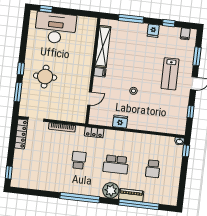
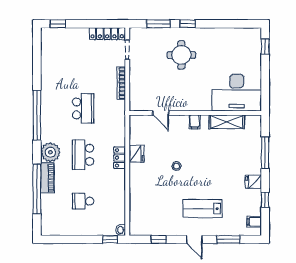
desk: (55, 28) -> (237, 93), moved, turned 90
shelving: (103, 47) -> (227, 122), width x0.68
locker: (94, 132) -> (120, 158), moved
school desk: (79, 160) -> (83, 108), width x1.85

